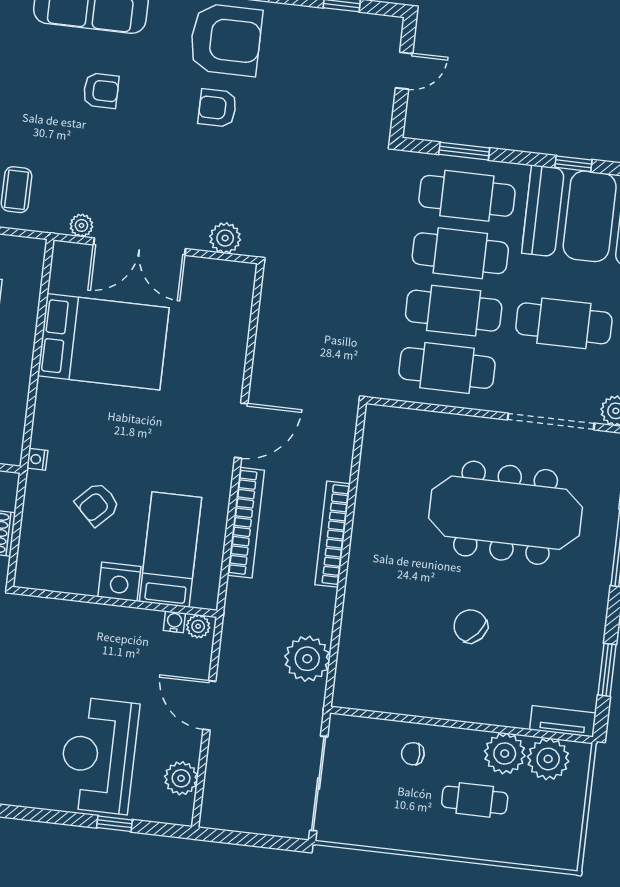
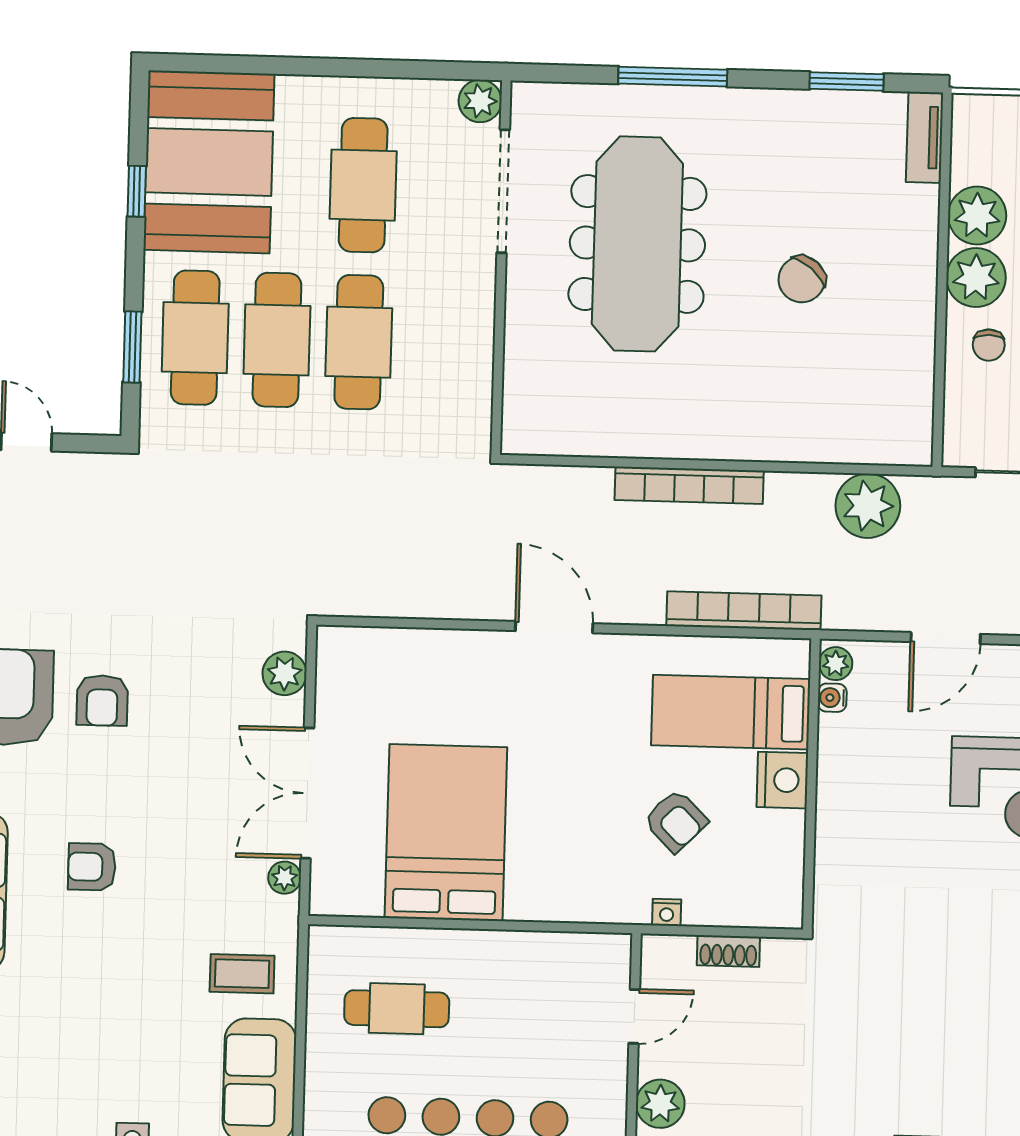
armchair: (101, 91) -> (92, 867), turned -90
double door: (139, 247) -> (307, 793), swing flipped
cafe table: (447, 368) -> (441, 344), removed
nightstand: (37, 459) -> (667, 912), moved
bookcase: (246, 523) -> (744, 611), moved
plant: (548, 759) -> (976, 278), moved

